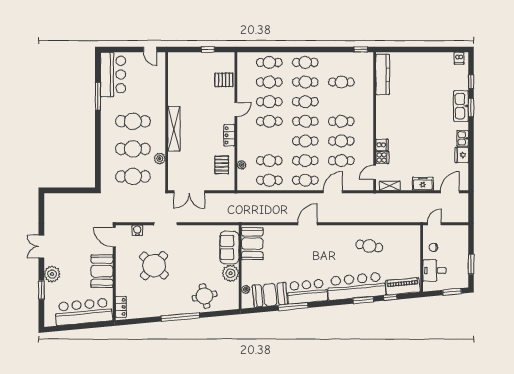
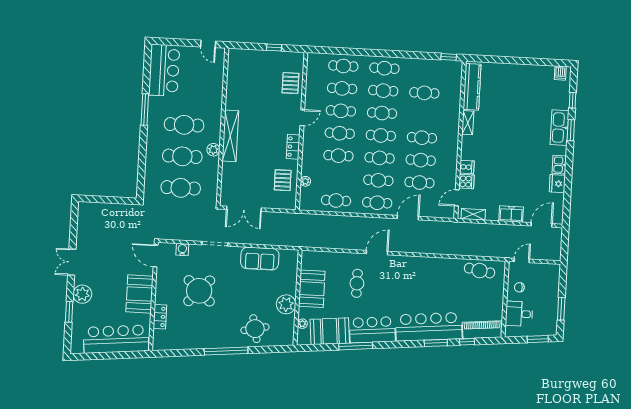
pallet: (224, 80) -> (290, 83), turned 90
window: (98, 96) -> (145, 110), moved
shelving: (381, 106) -> (468, 123), added
plant: (160, 159) -> (213, 150), moved
cafe table: (269, 161) -> (338, 156), moved
booth: (252, 244) -> (312, 289), moved
cafe table: (369, 246) -> (480, 271), moved
sofa: (229, 248) -> (260, 259), moved, turned -90
cafe table: (291, 252) -> (357, 283), added
locker: (121, 307) -> (160, 317), moved

